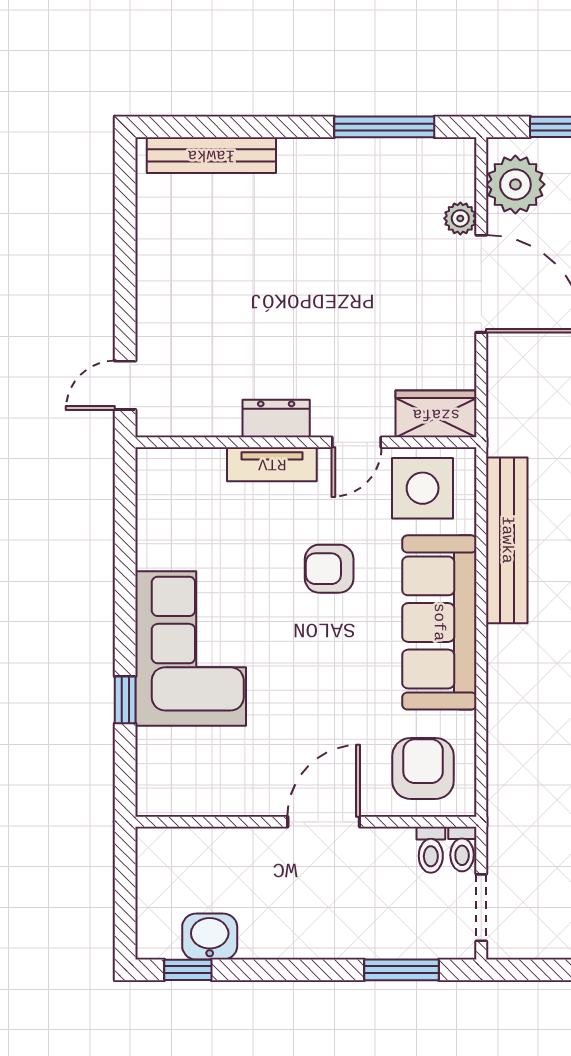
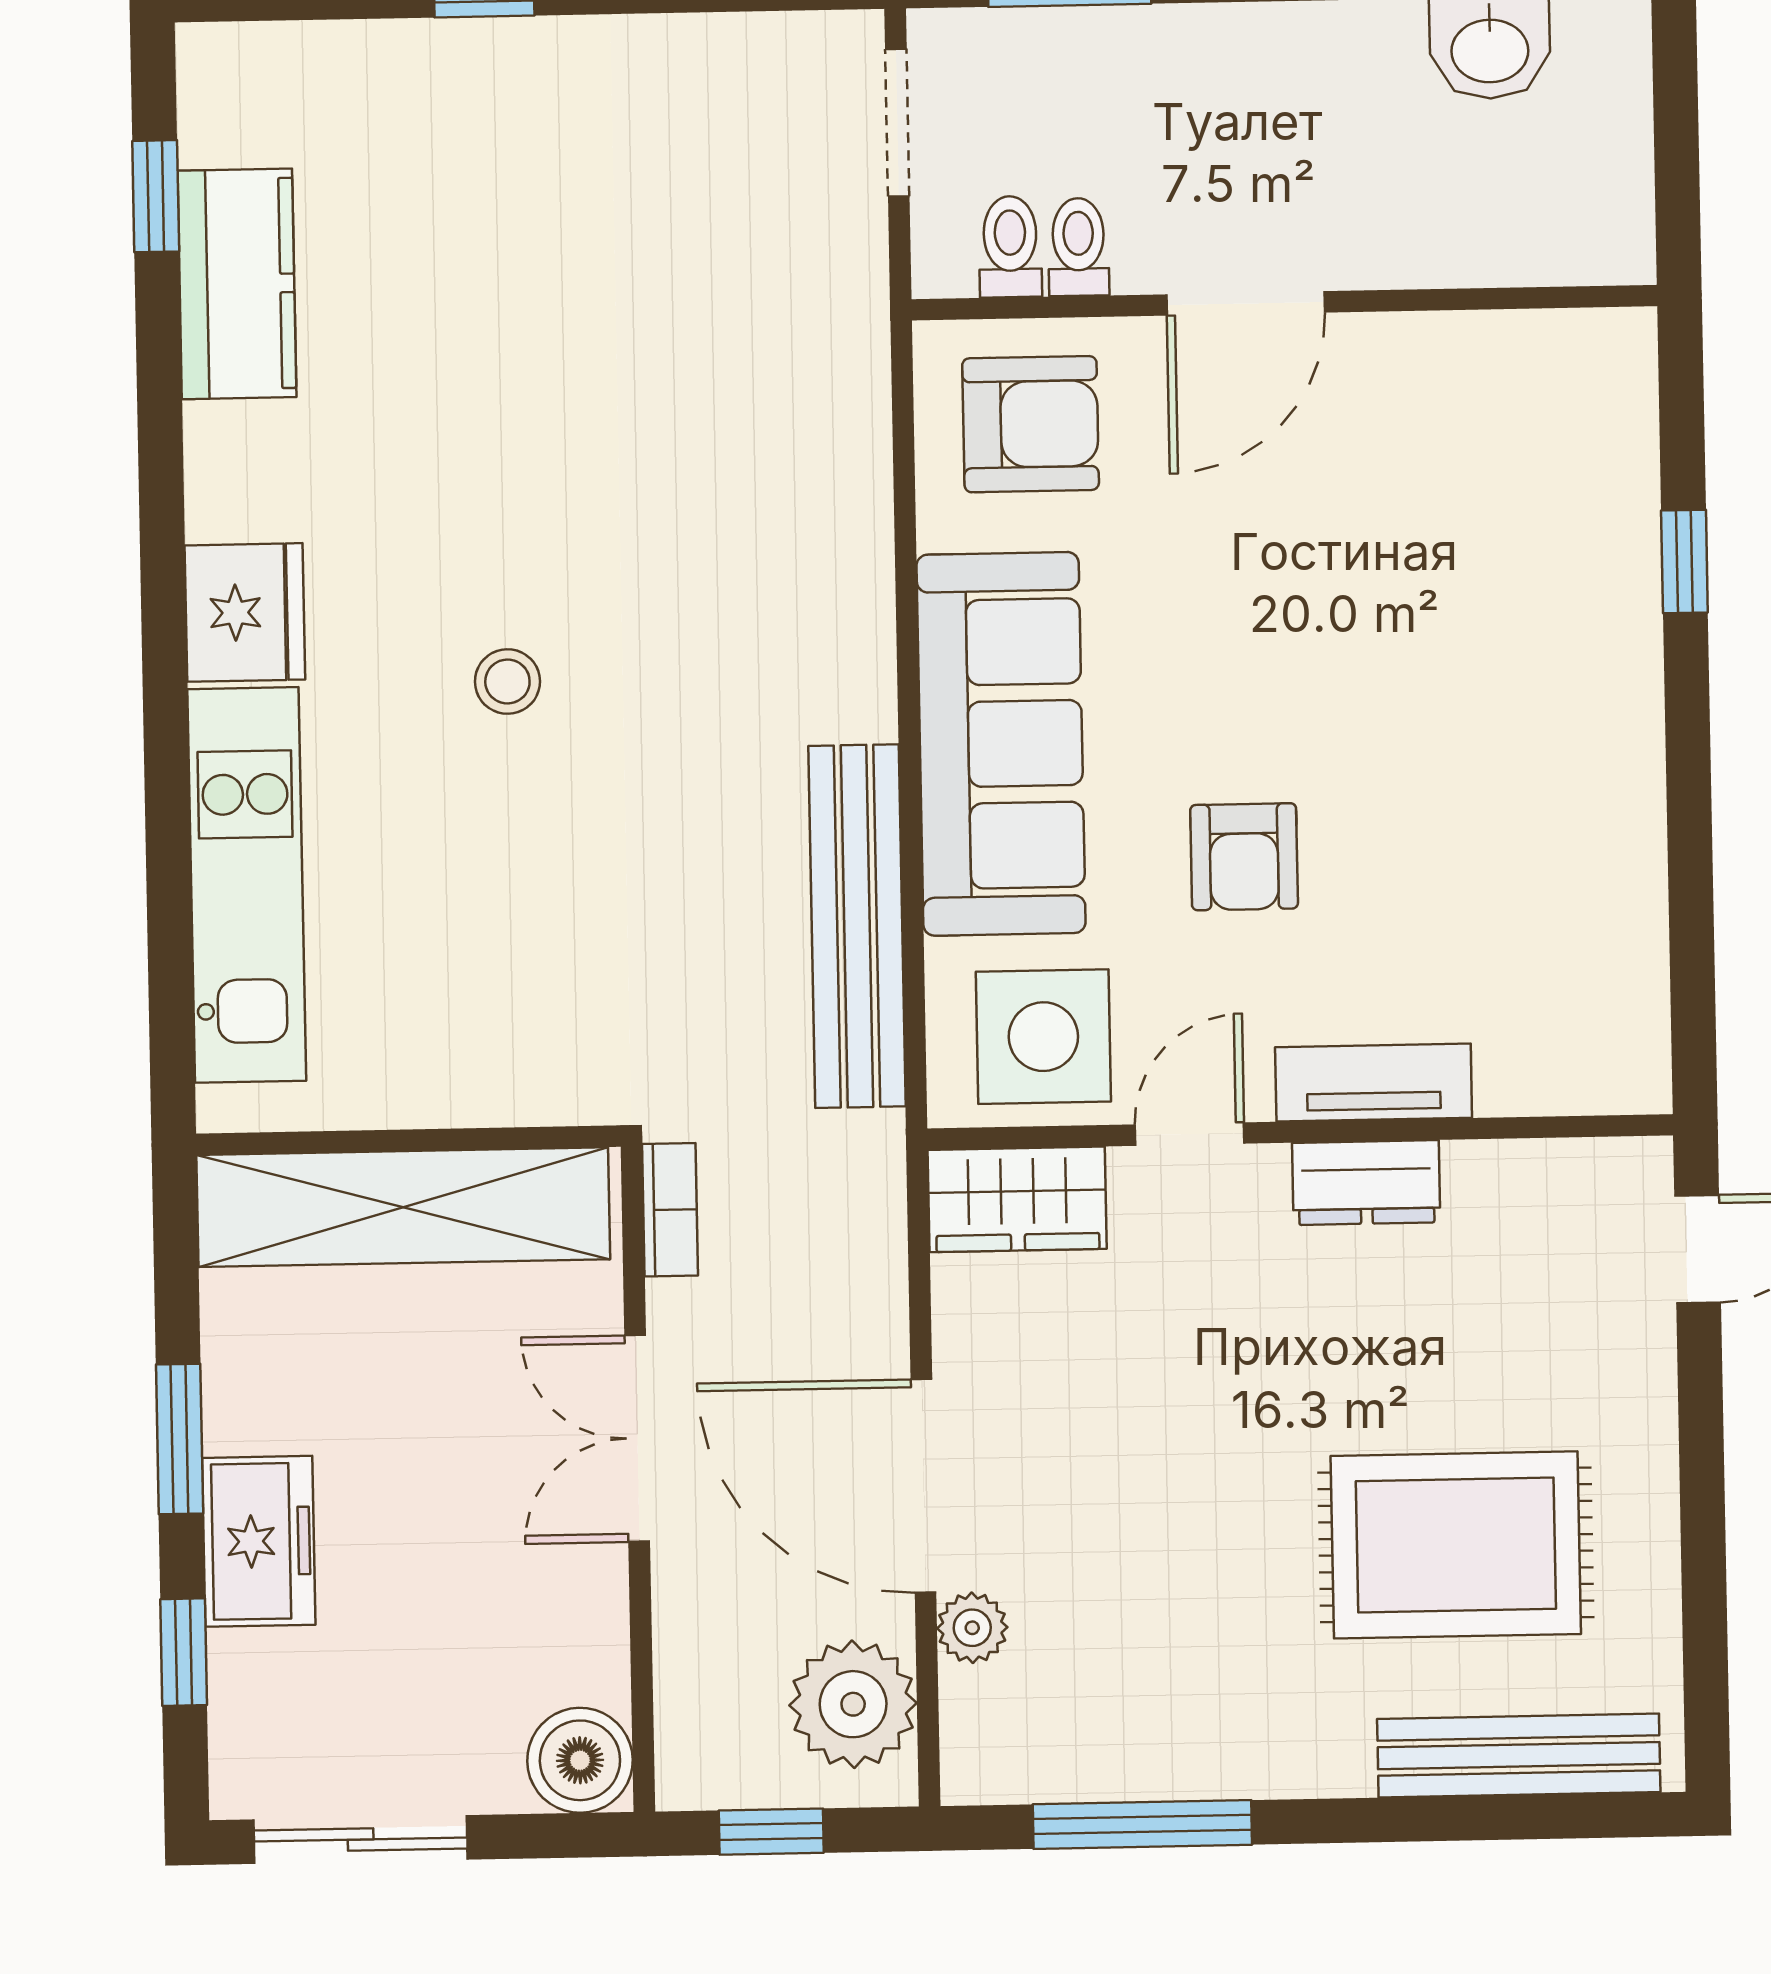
rug: (238, 252) -> (1456, 1545), added
armchair: (329, 569) -> (1244, 857), turned 90
corner sofa: (191, 649) -> (1544, 676), removed
armchair: (423, 768) -> (1031, 424), turned -90
toilet: (462, 849) -> (1078, 247), moved

